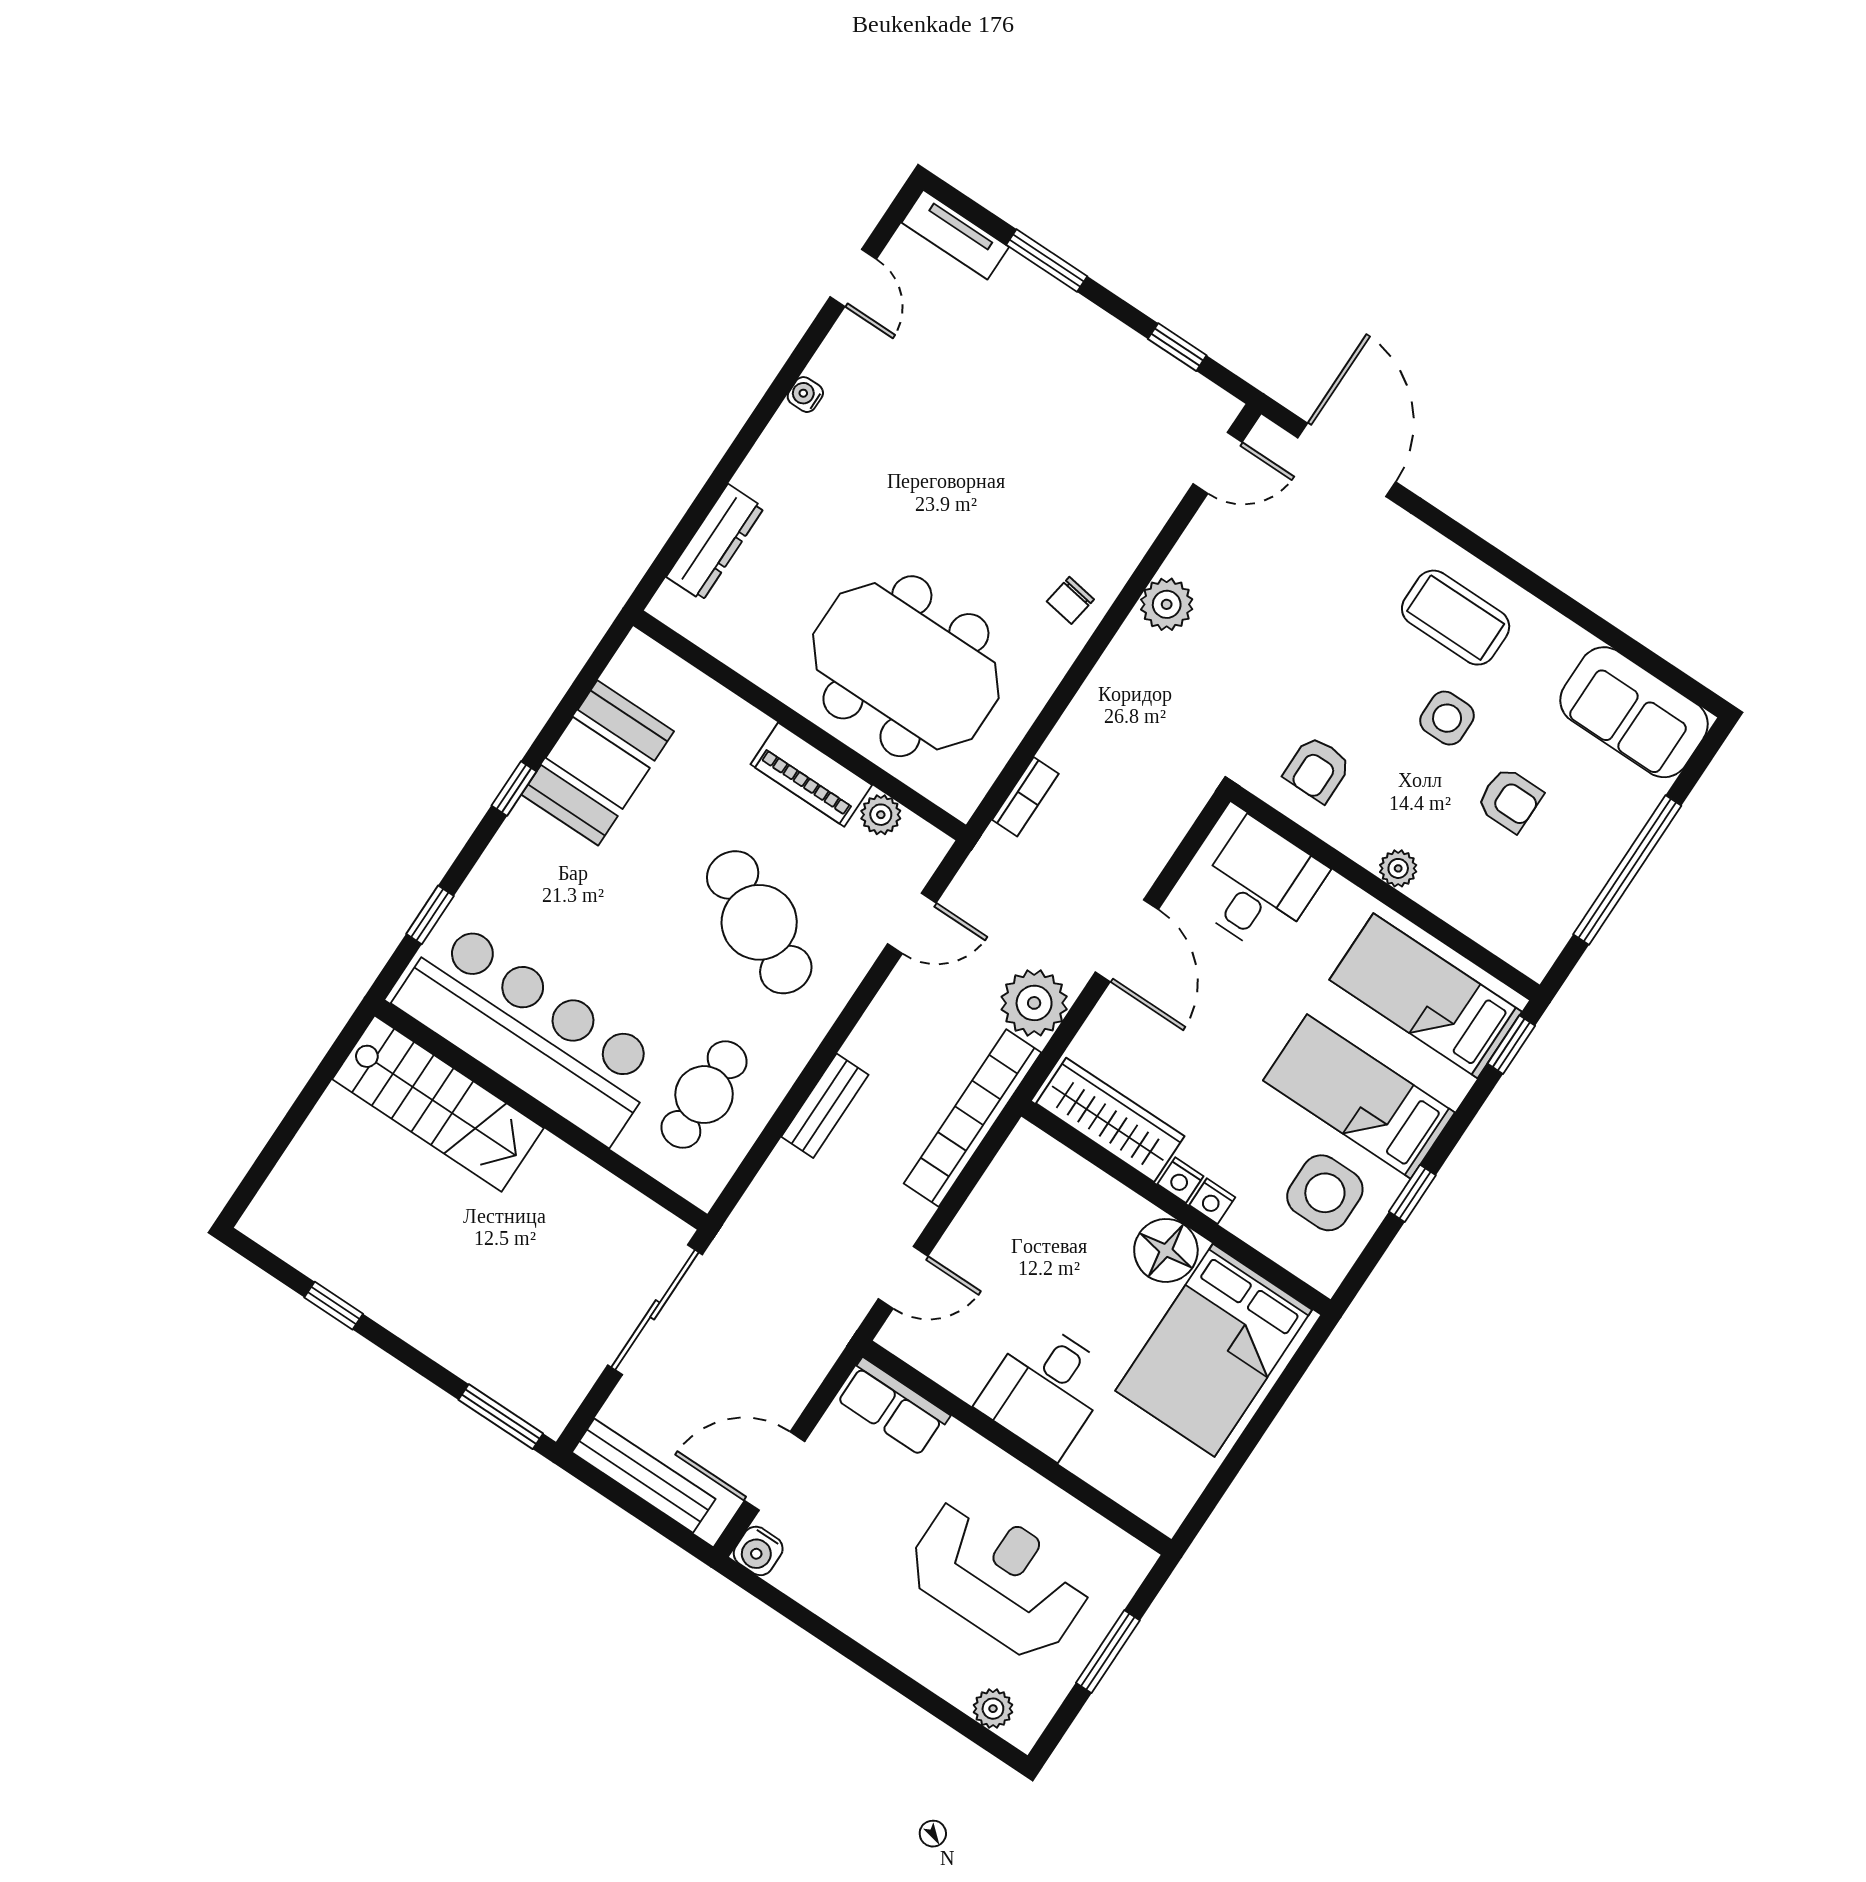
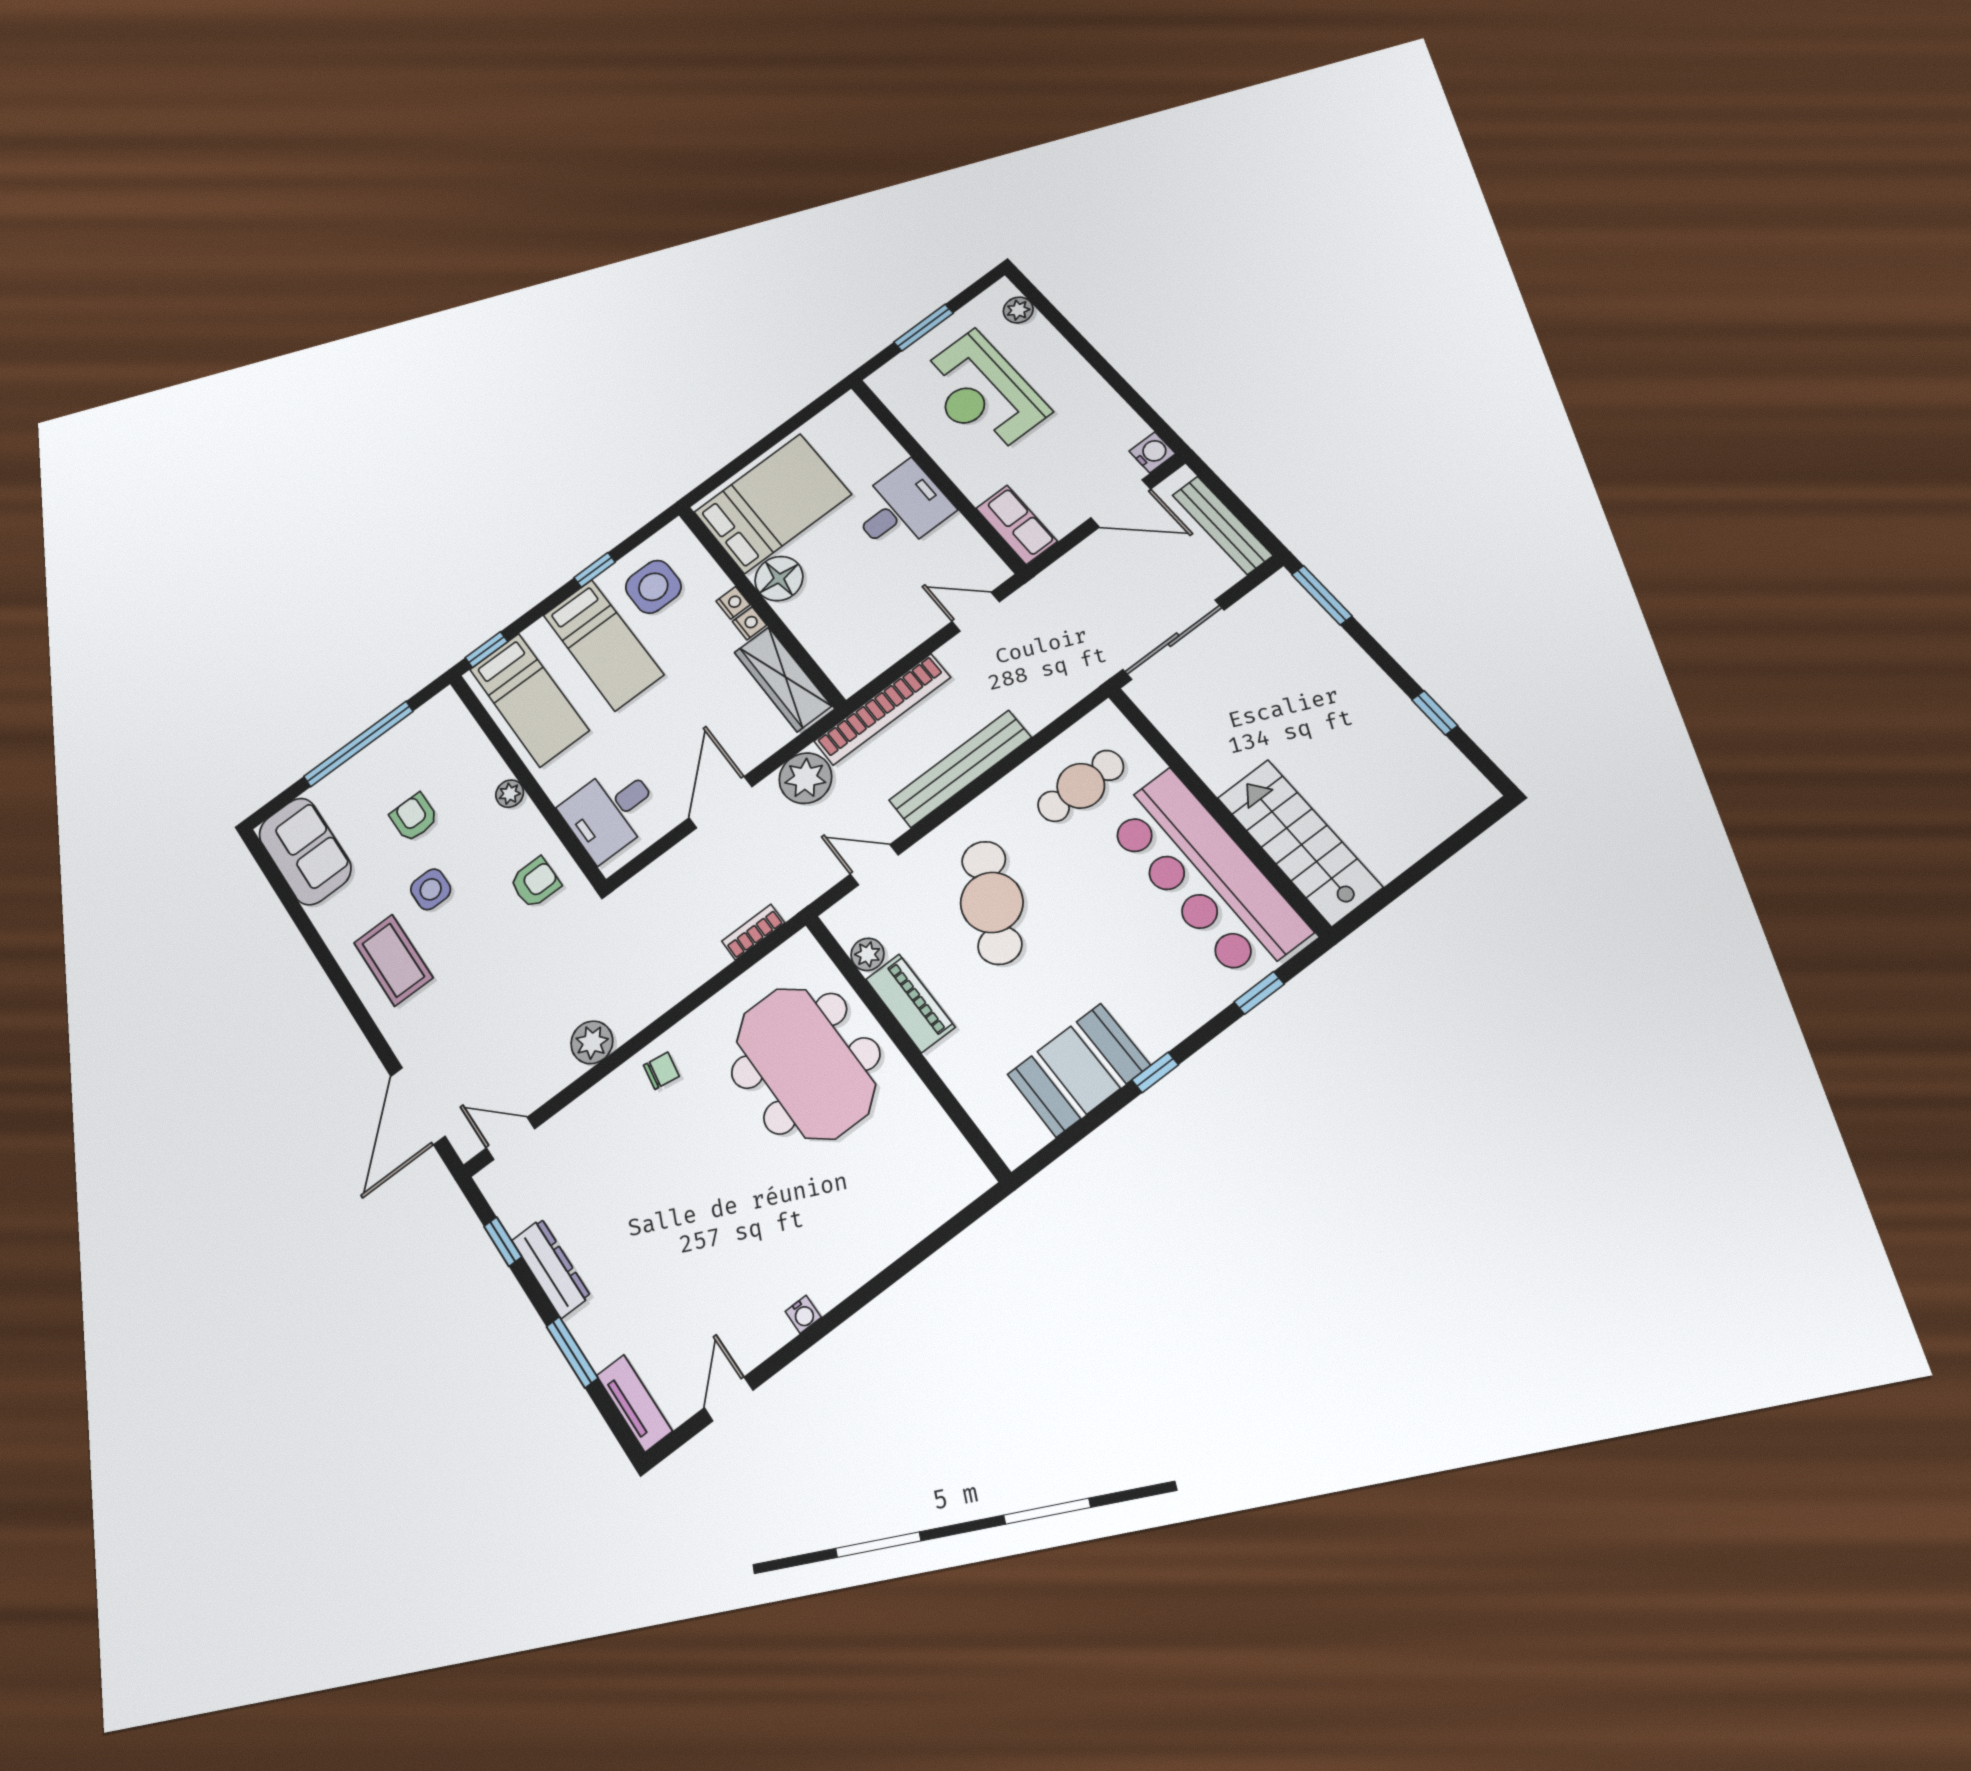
dresser: (715, 542) -> (551, 1268), moved, turned 90
bench: (825, 1106) -> (960, 769), width x1.86, depth x1.21

